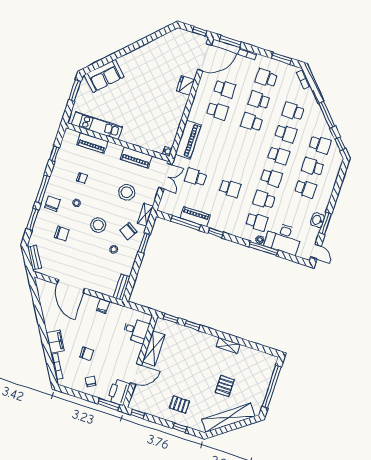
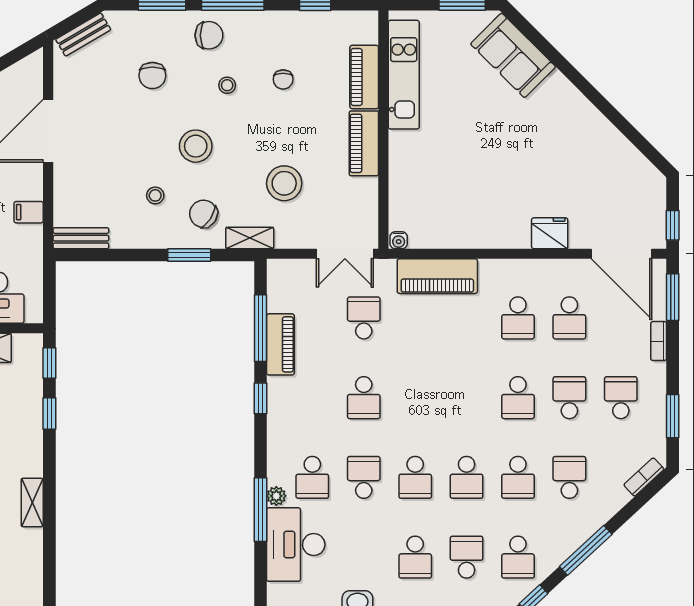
school desk: (252, 122) -> (518, 398), turned 180
piano: (136, 158) -> (364, 143), moved

